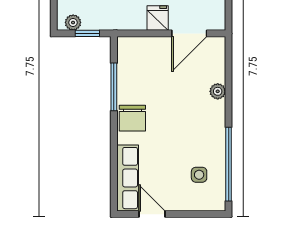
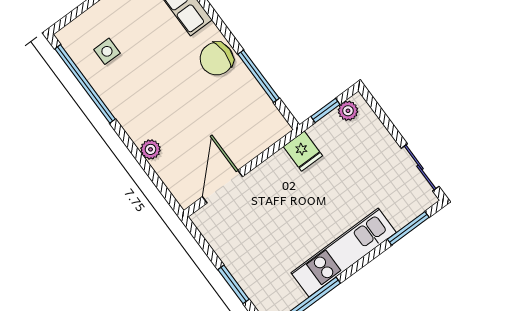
fridge: (158, 18) -> (303, 151), moved
chair: (132, 118) -> (217, 59), turned -90

